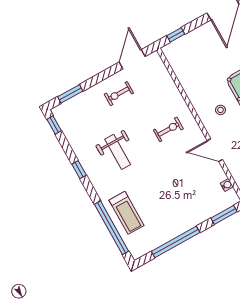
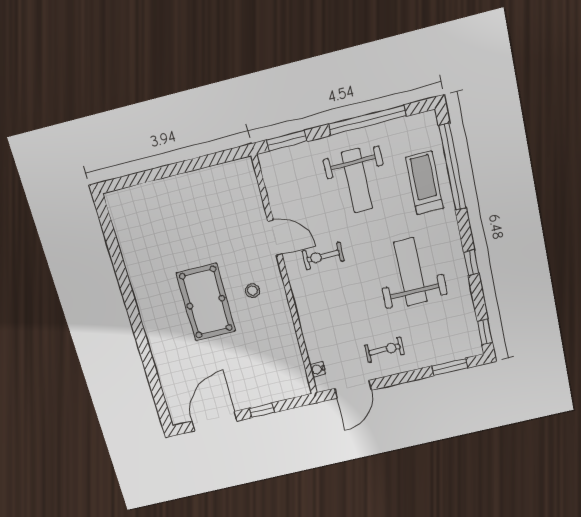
window: (176, 35) -> (262, 410), moved
exercise bike: (168, 129) -> (323, 256), moved
weight bench: (118, 152) -> (410, 272), width x1.36, depth x1.33
water cooler: (227, 185) -> (318, 369), moved
weight bench: (171, 202) -> (357, 181), added

